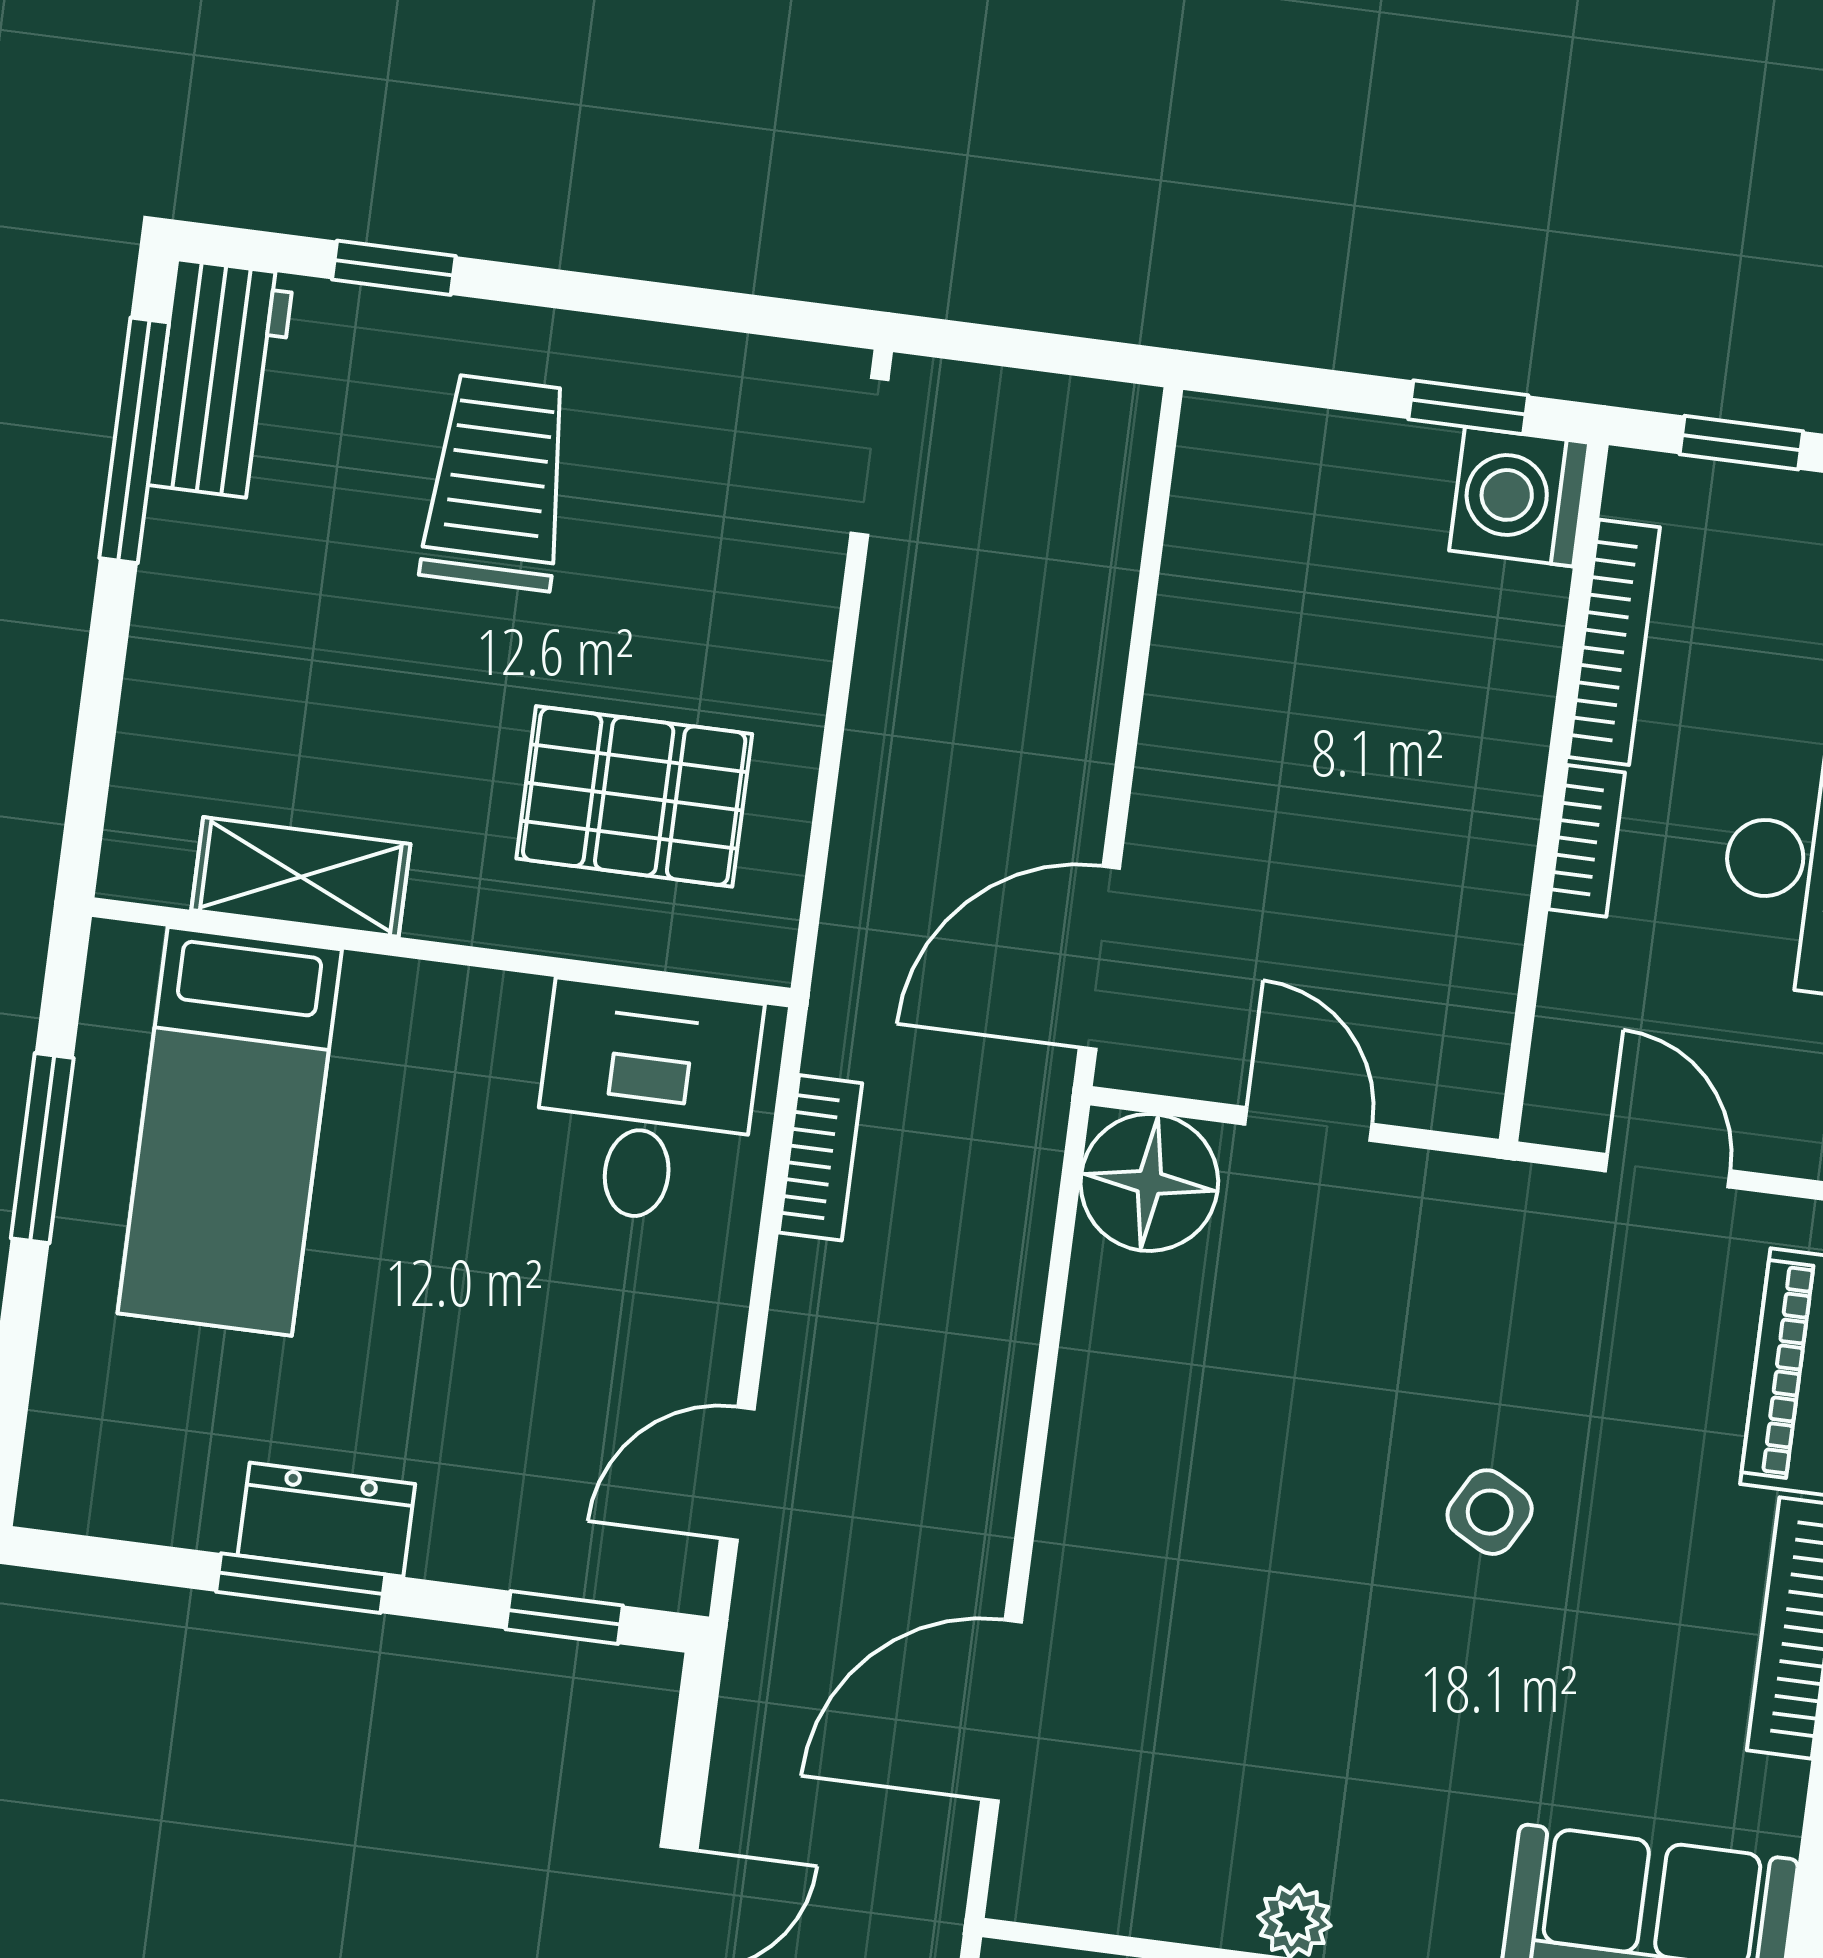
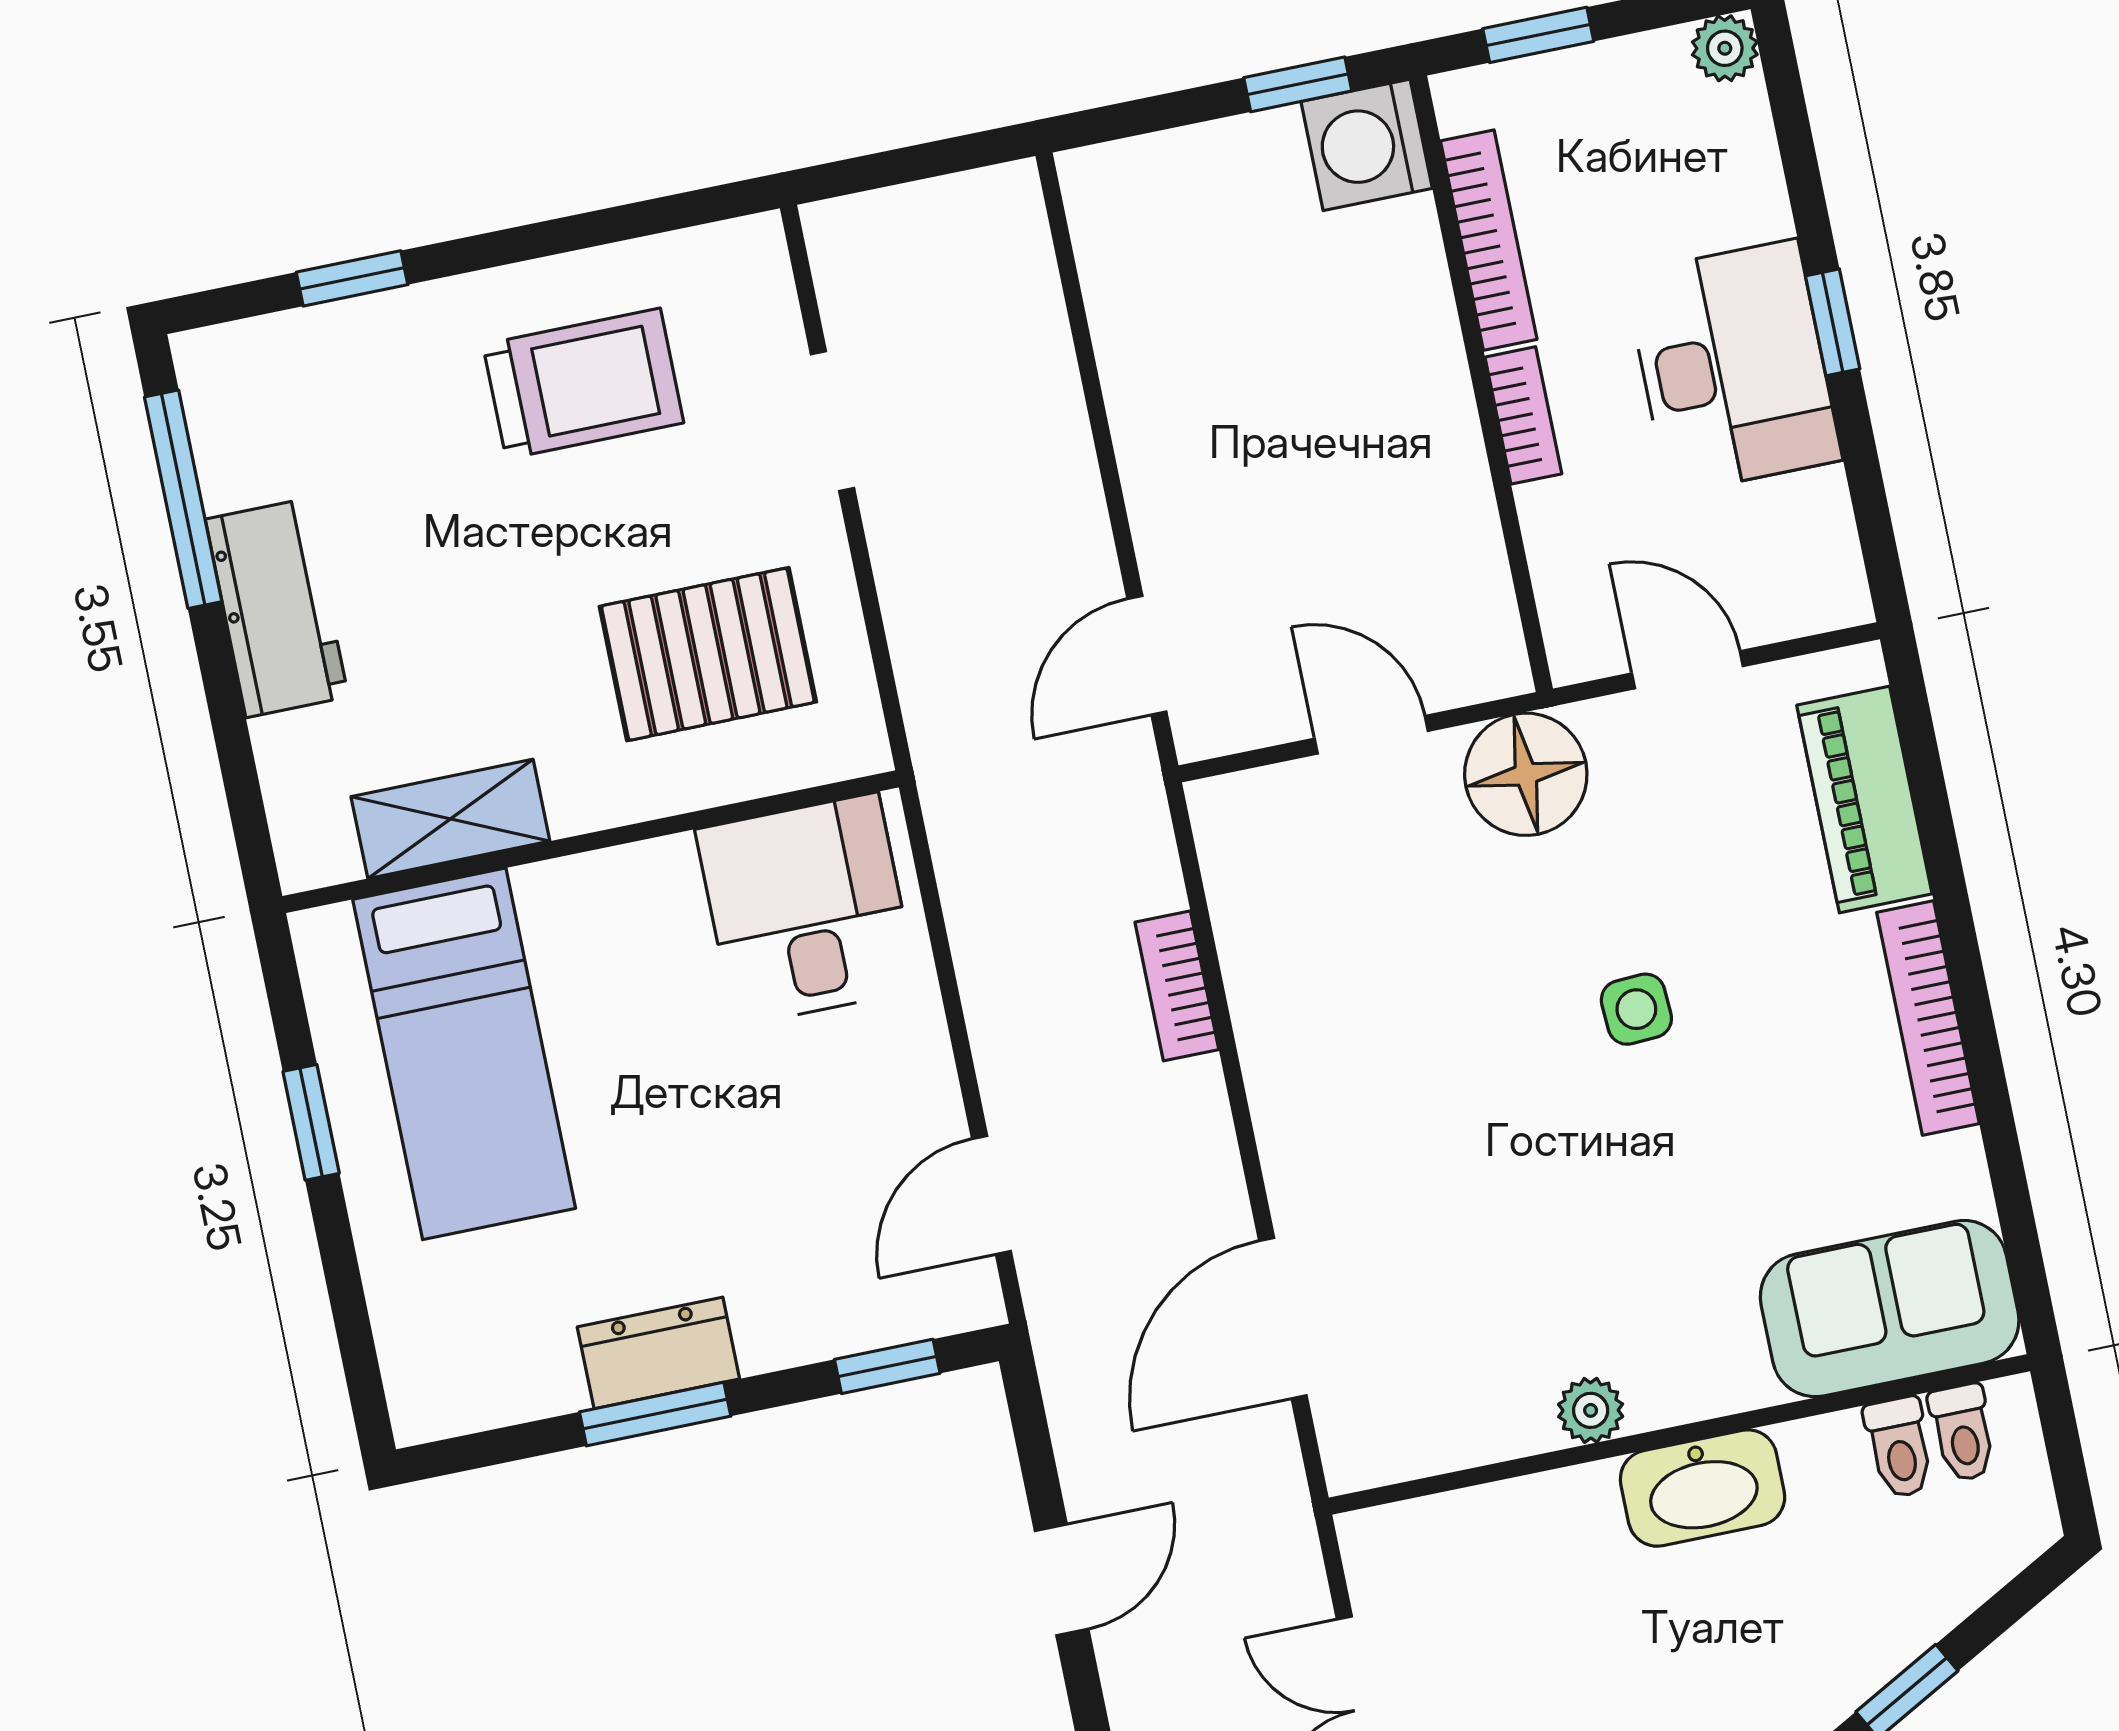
workbench: (221, 380) -> (277, 608), moved
doorway: (870, 456) -> (833, 421), moved
trolley: (497, 482) -> (583, 384), moved, turned 90
door: (1099, 958) -> (1147, 655), width x0.73
window: (42, 1148) -> (311, 1122), width x0.67
bookcase: (820, 1158) -> (1177, 986), moved, turned 180
floor lamp: (1149, 1182) -> (1526, 774), moved
side table: (1490, 1512) -> (1636, 1009), turned -32

